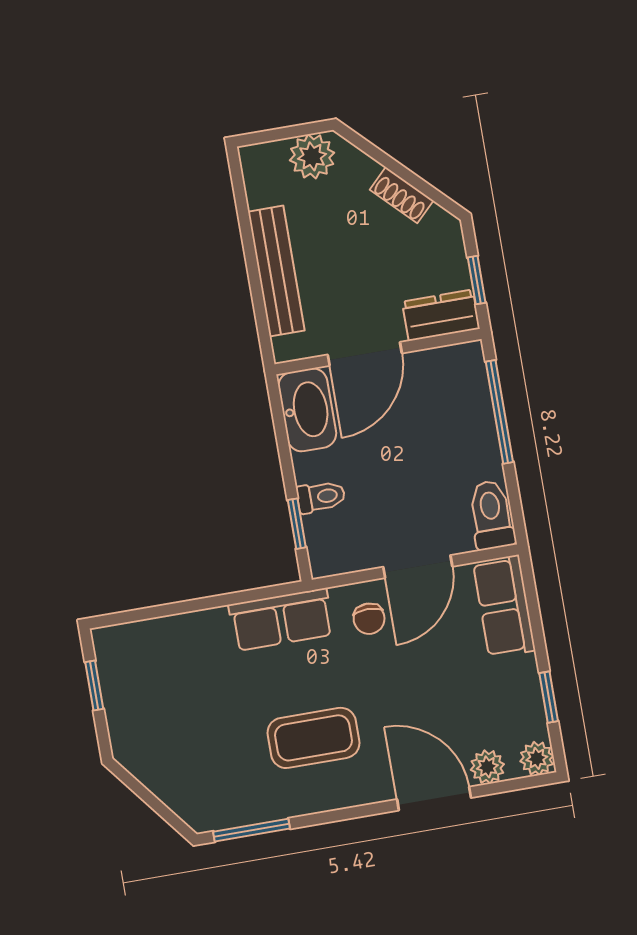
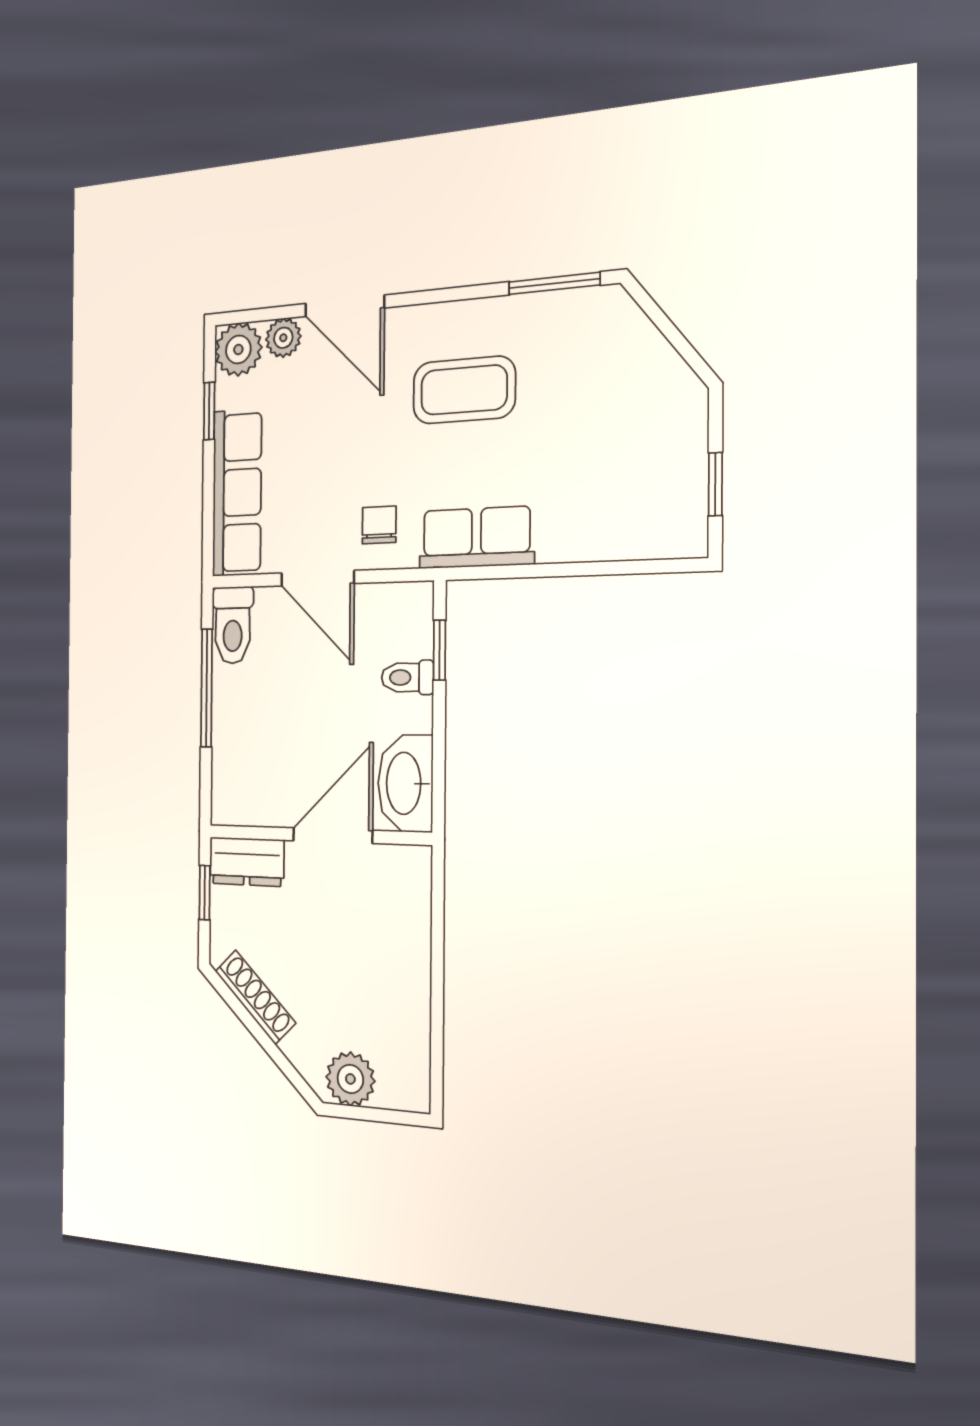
shoe rack: (402, 195) -> (255, 997), width x1.43
bench: (276, 271) -> (412, 955), removed
window: (499, 412) -> (207, 688), moved
door: (418, 567) -> (317, 578), swing flipped
row of seats: (504, 606) -> (237, 493), width x1.48
plant: (537, 758) -> (238, 349), width x1.38, depth x1.38

